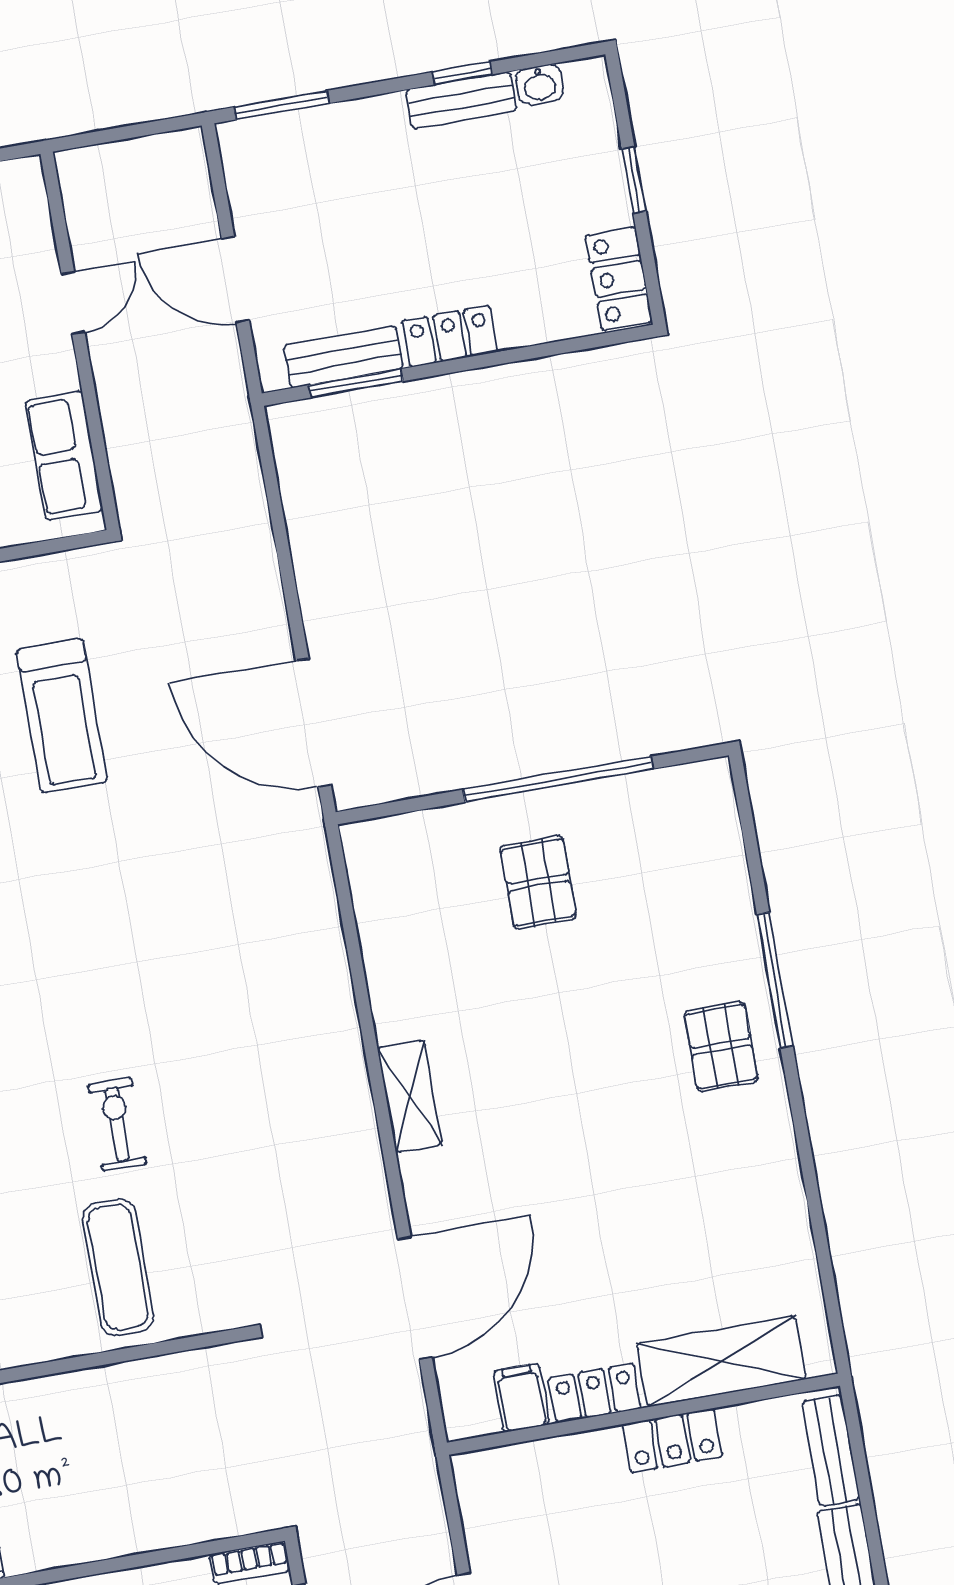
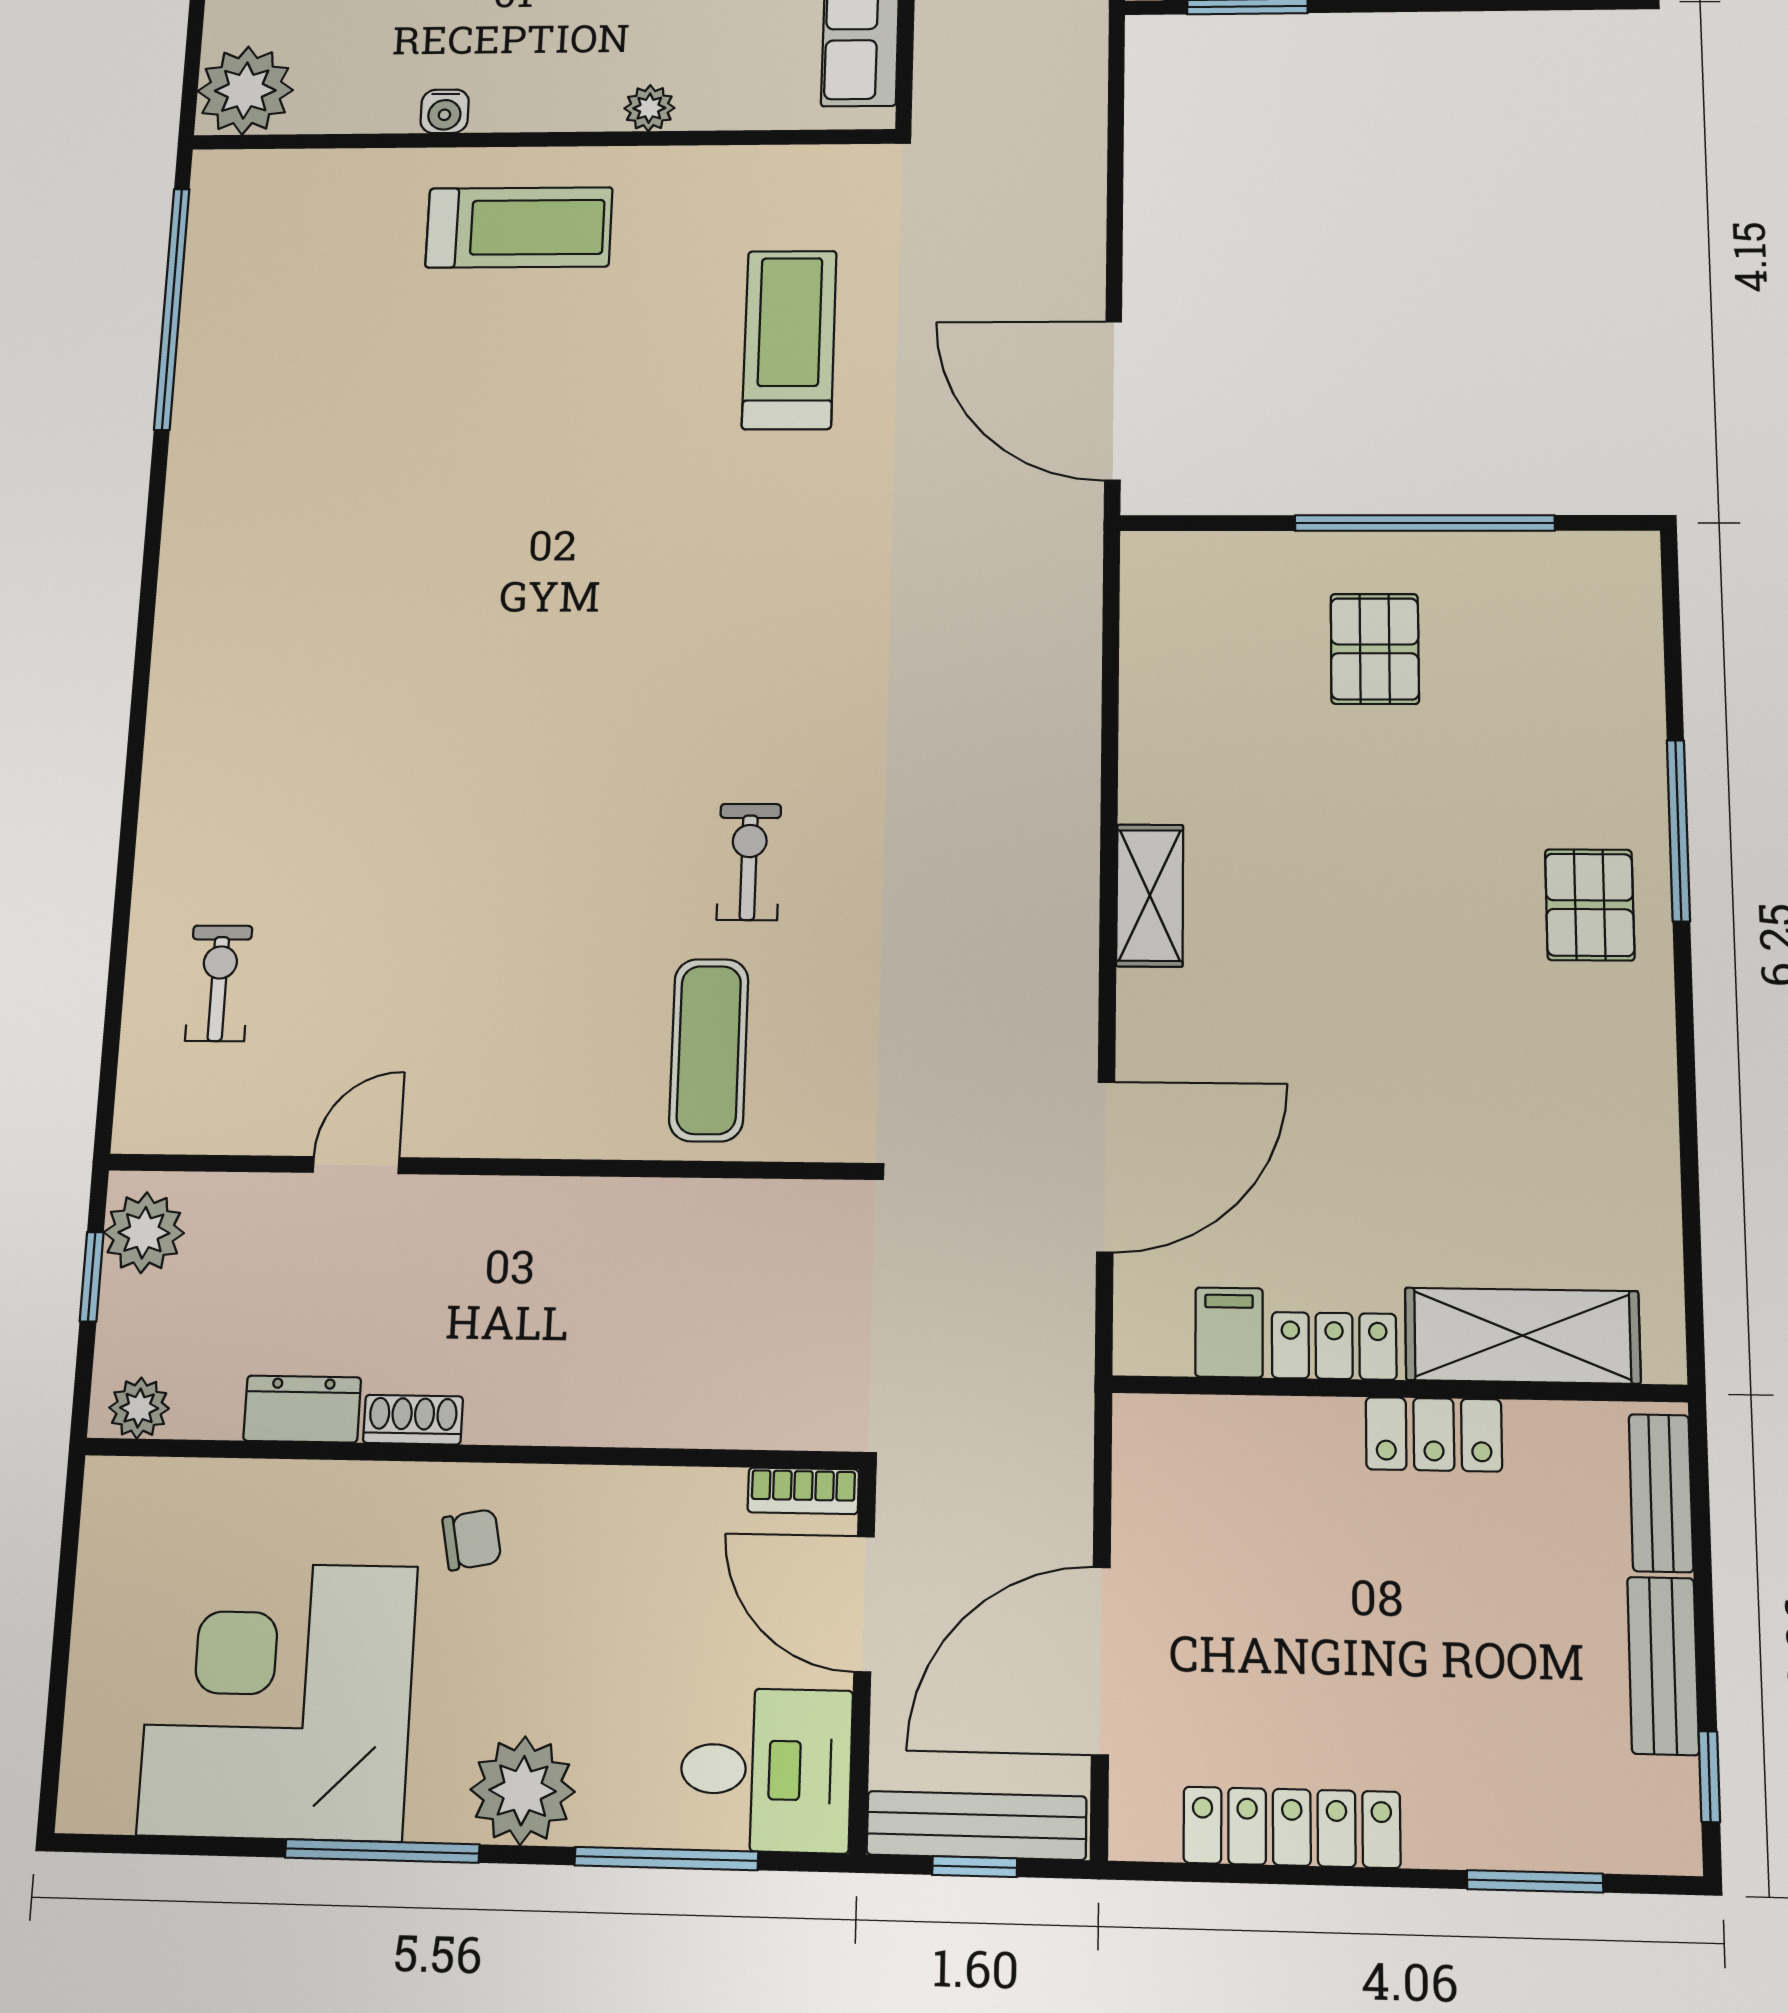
treadmill: (62, 716) -> (789, 340), turned 180

